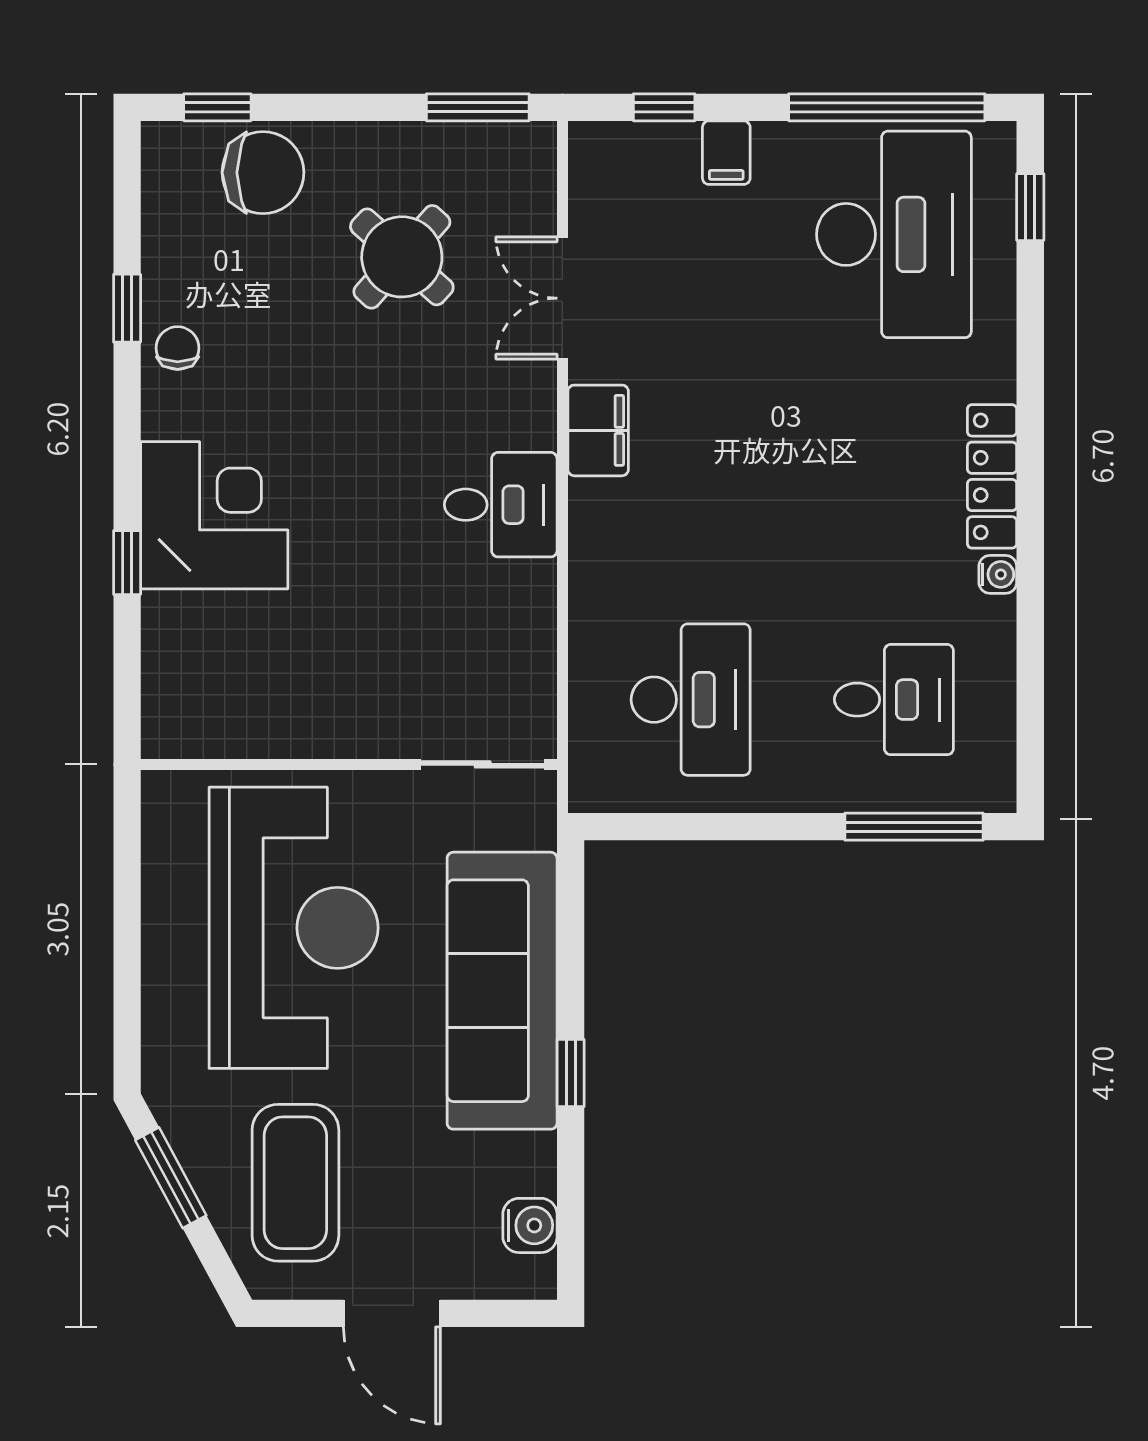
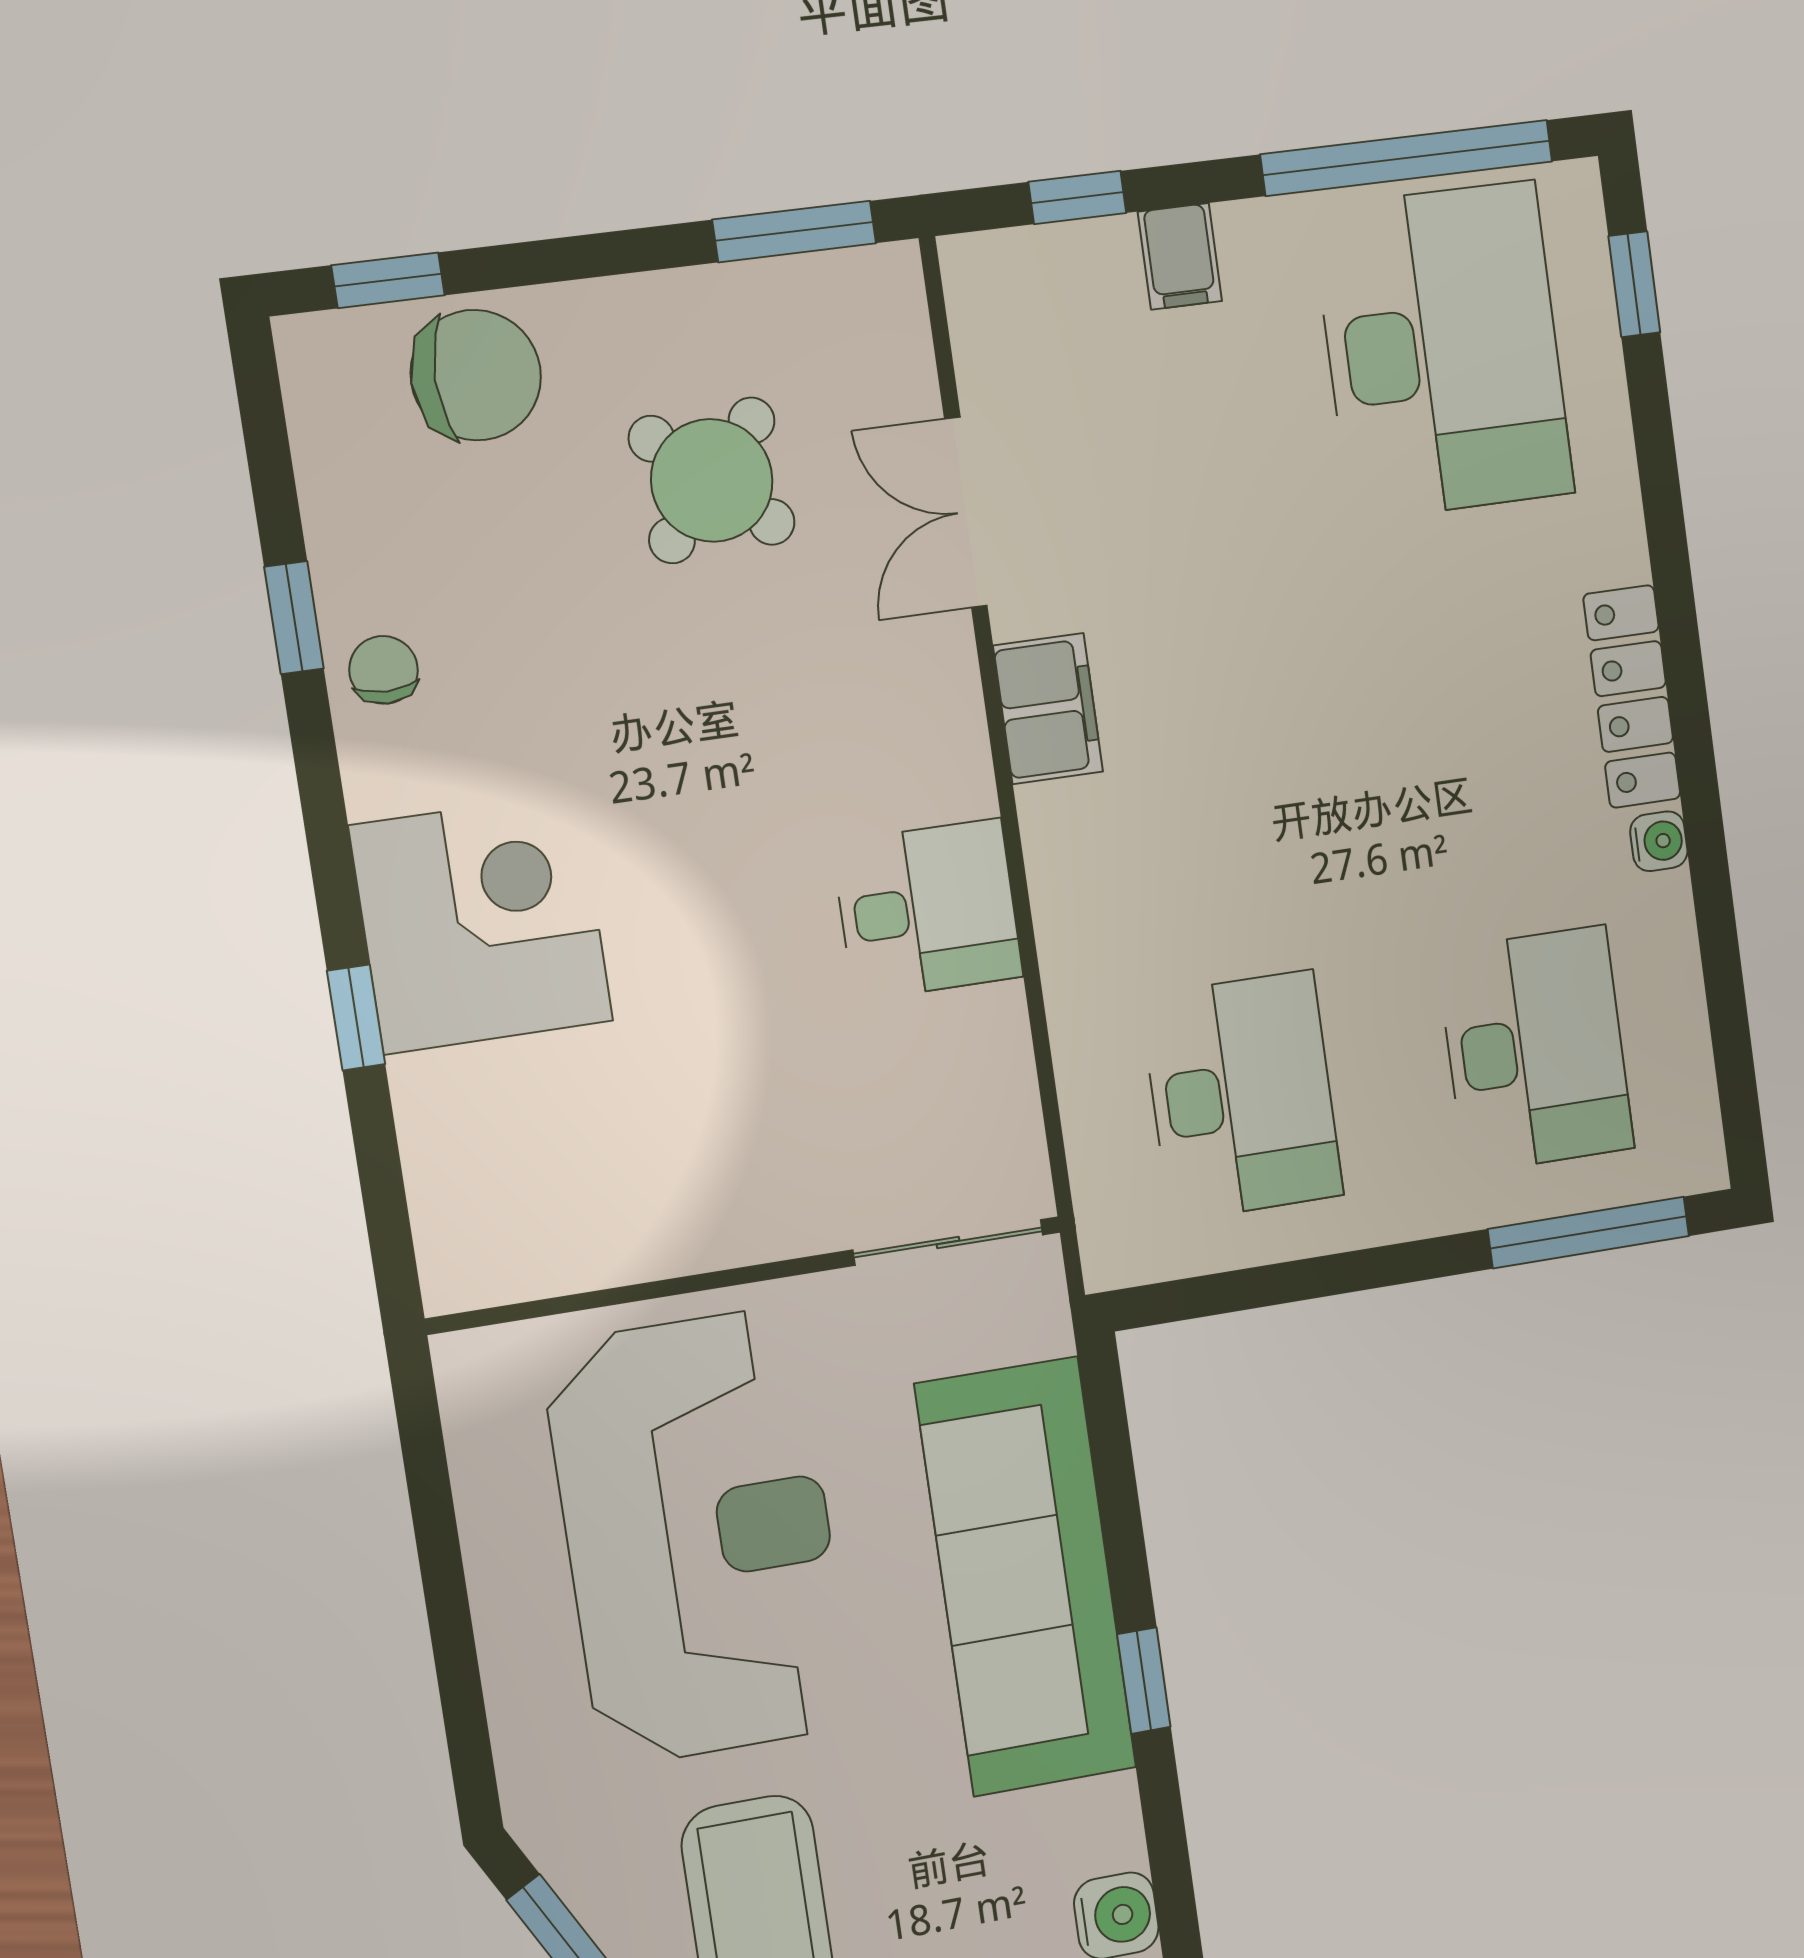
desk: (501, 505) -> (928, 910), moved
desk: (894, 700) -> (1535, 1050), width x1.37

